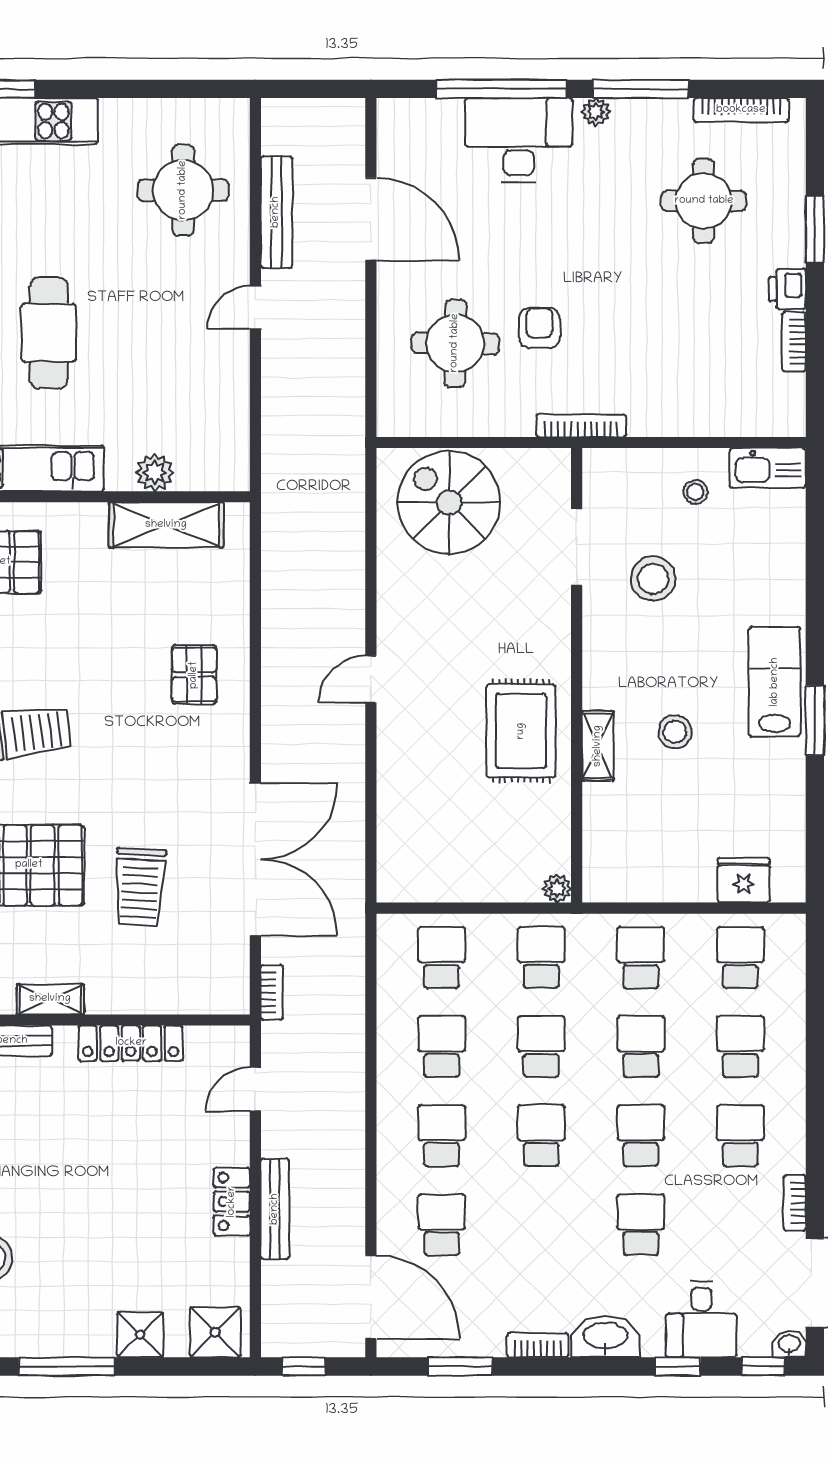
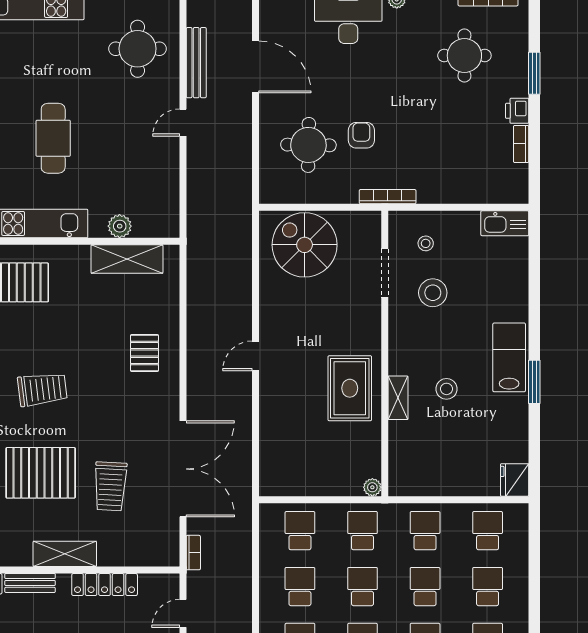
stool: (695, 492) -> (426, 243), moved
fridge: (744, 880) -> (515, 480), moved, turned -90
shelving: (50, 999) -> (65, 554), width x1.50, depth x1.33

